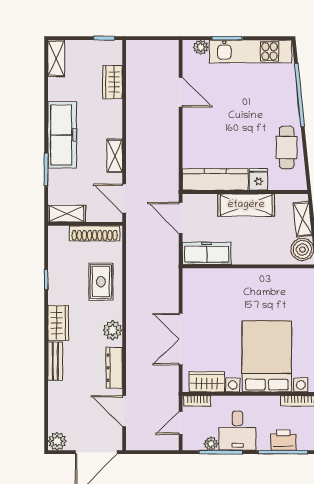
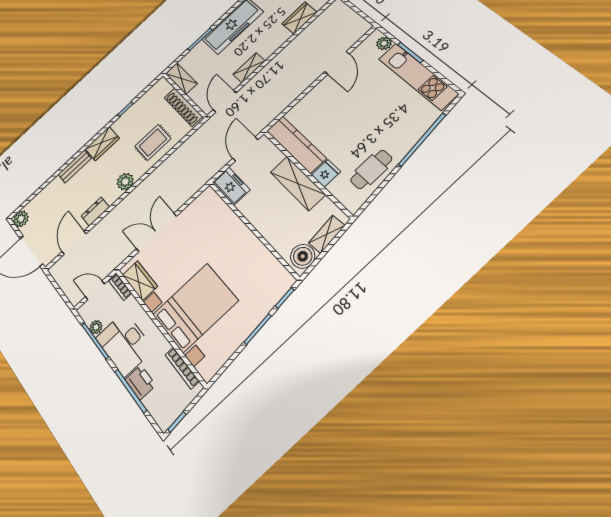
freezer: (207, 253) -> (231, 186), width x0.71
dresser: (114, 368) -> (95, 212), width x0.70
desk: (237, 431) -> (125, 344), width x1.37

